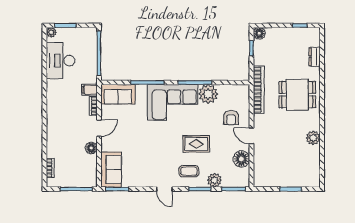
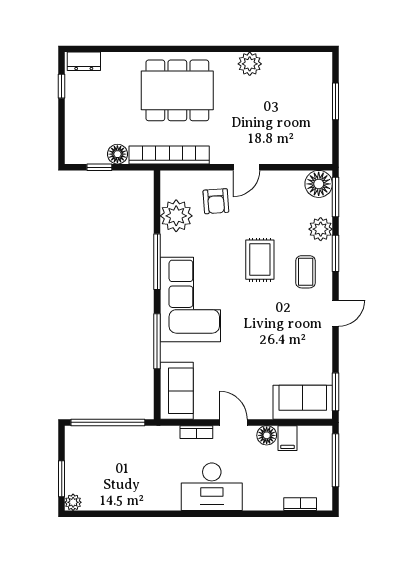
floor lamp: (259, 33) -> (117, 154), moved
dresser: (315, 57) -> (84, 61), moved
desk: (61, 61) -> (212, 487), moved
filing cabinet: (90, 90) -> (288, 438), moved
plant: (208, 94) -> (176, 216), moved
dining table: (297, 95) -> (177, 90), width x1.38
armchair: (231, 118) -> (216, 201), turned 86
floor lamp: (241, 159) -> (319, 184), moved

